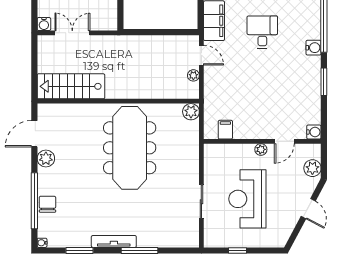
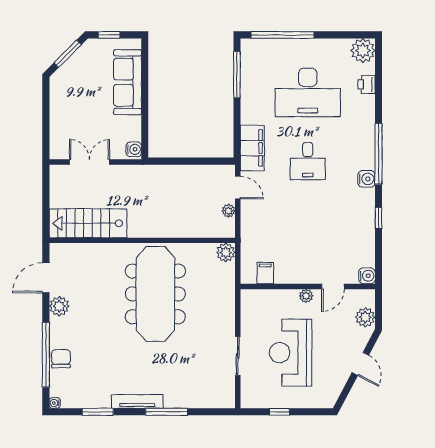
water cooler: (44, 24) -> (134, 149), moved, turned -90
desk: (262, 32) -> (308, 161), turned 180
window: (324, 82) -> (378, 218), width x0.67

